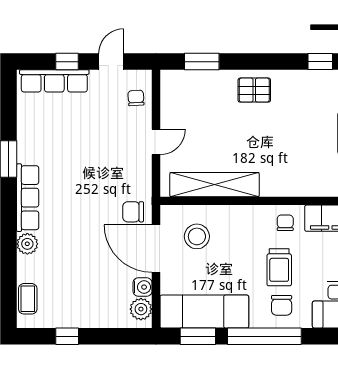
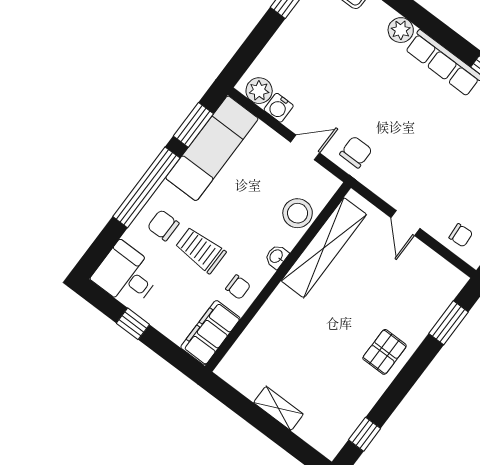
washbasin: (245, 212) -> (277, 256), added
stool: (197, 236) -> (298, 213), moved
door: (156, 249) -> (305, 147), width x0.53

